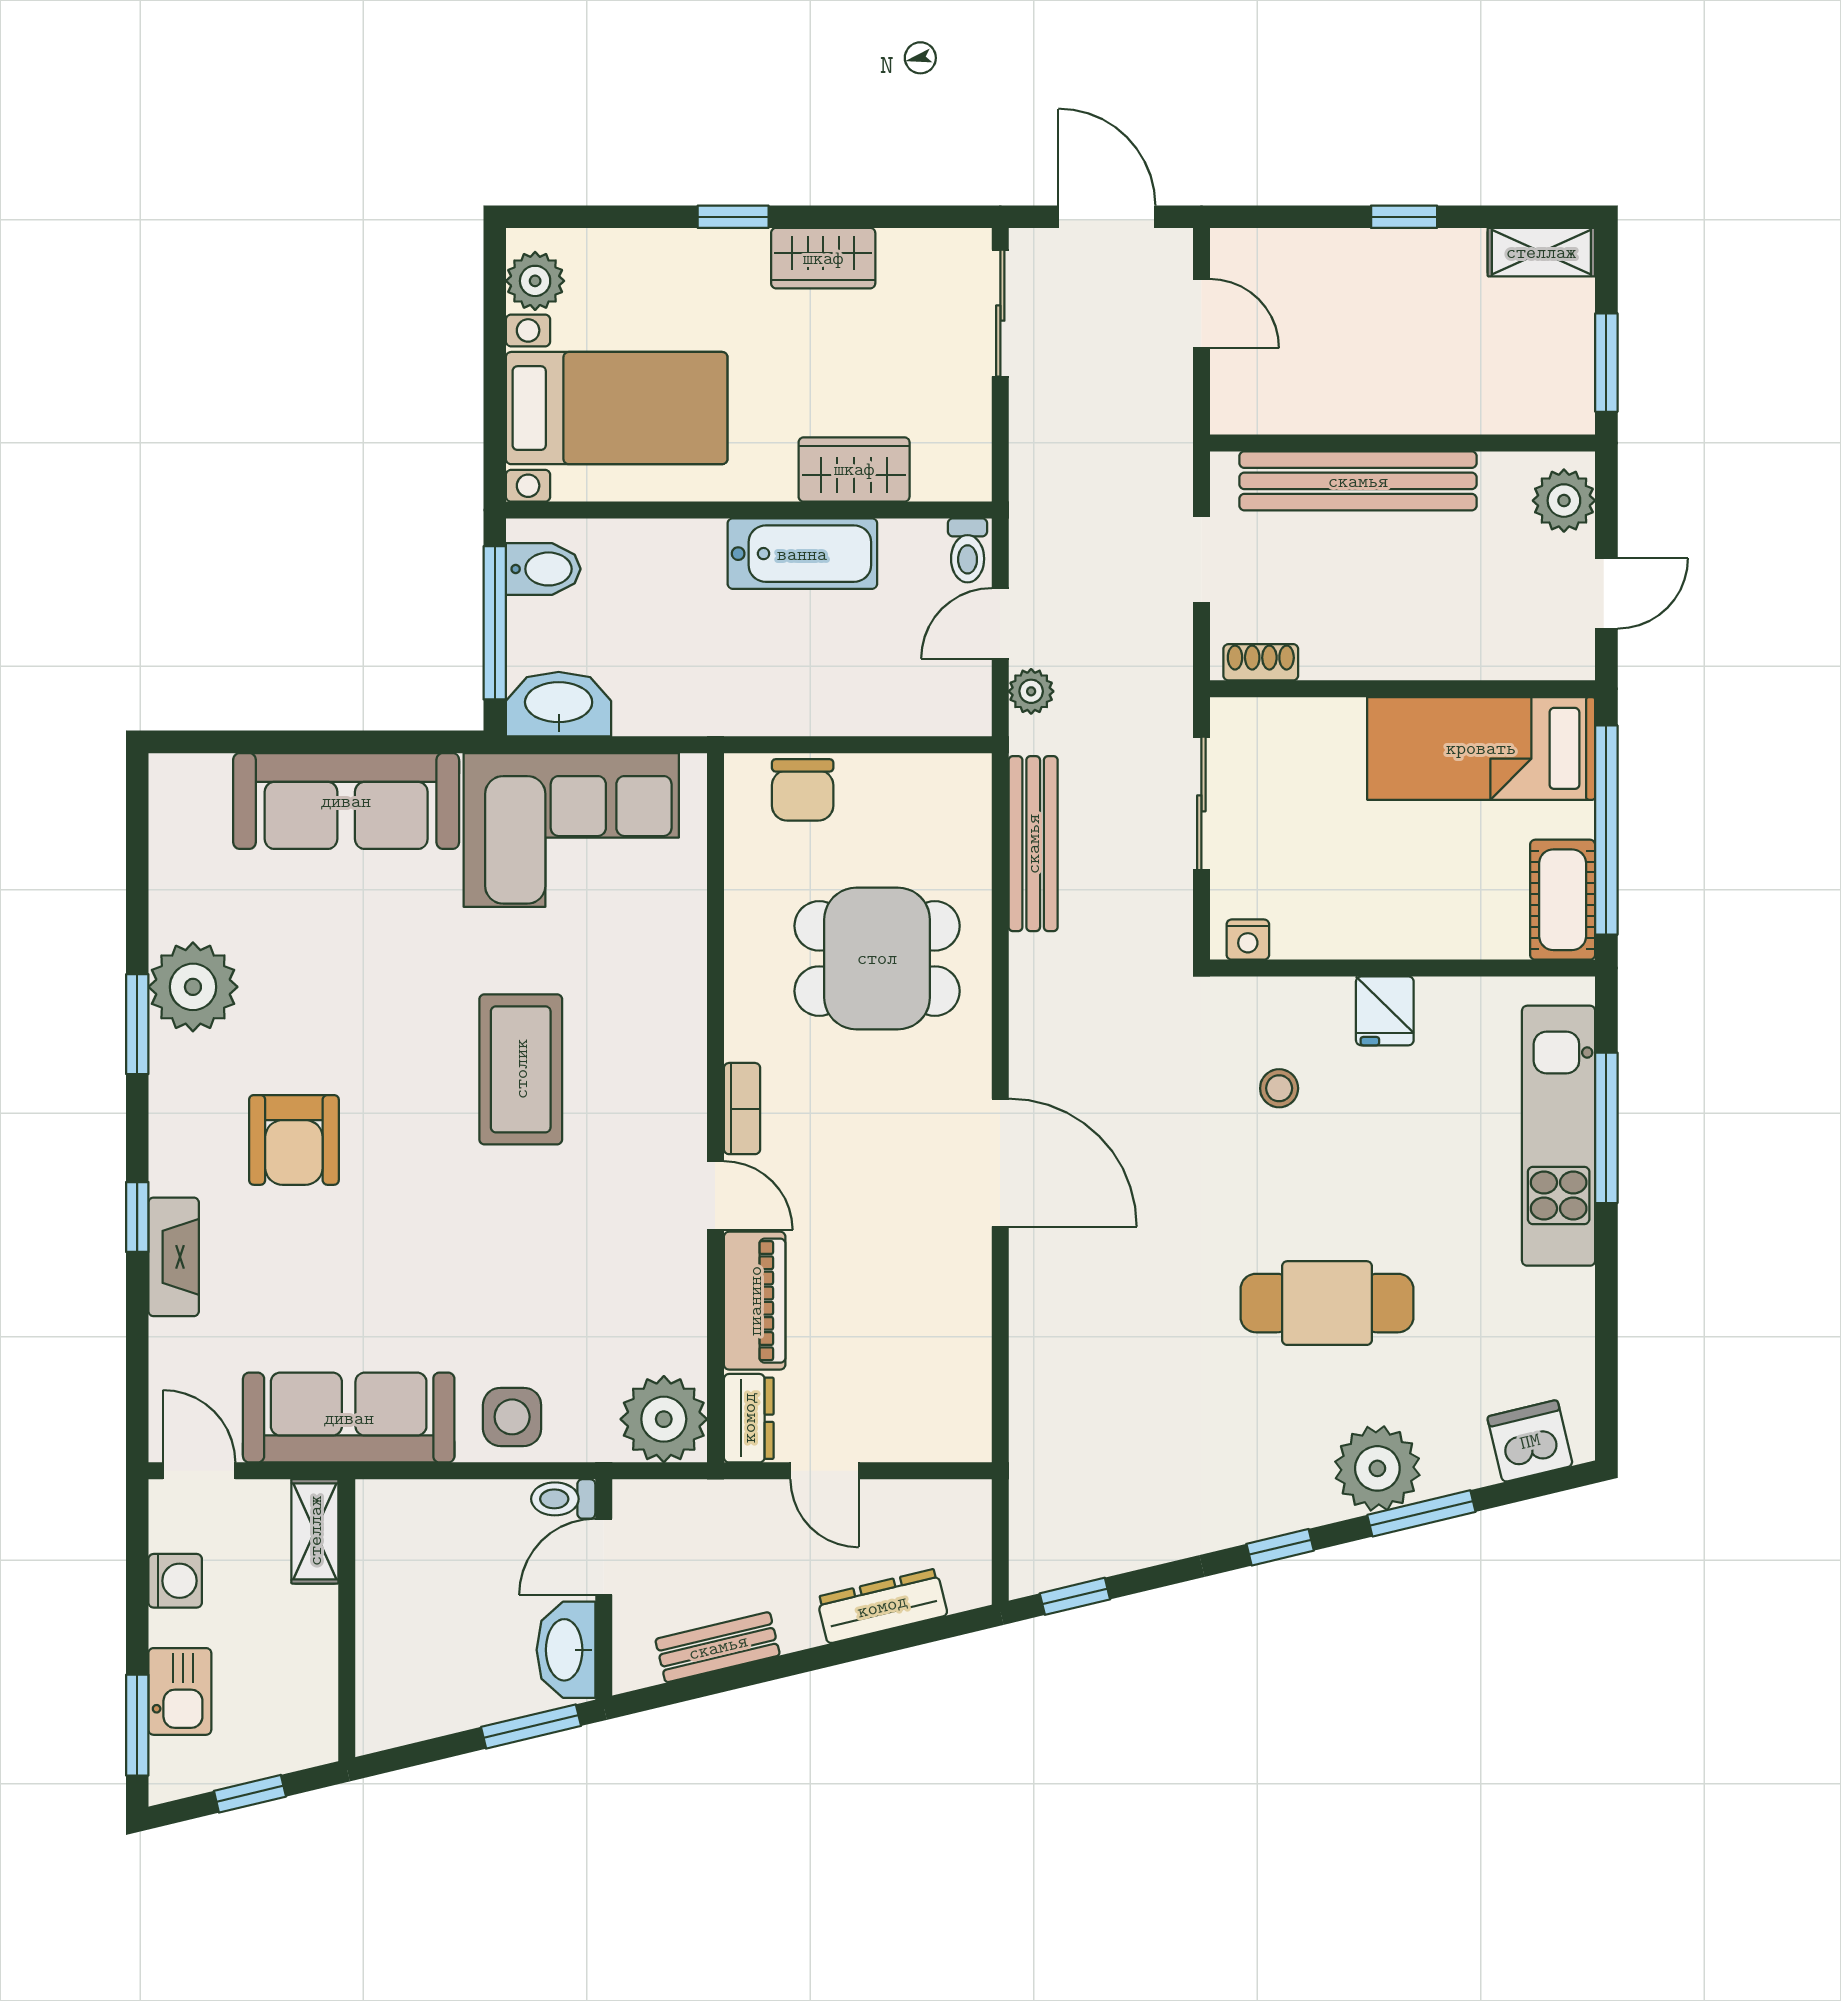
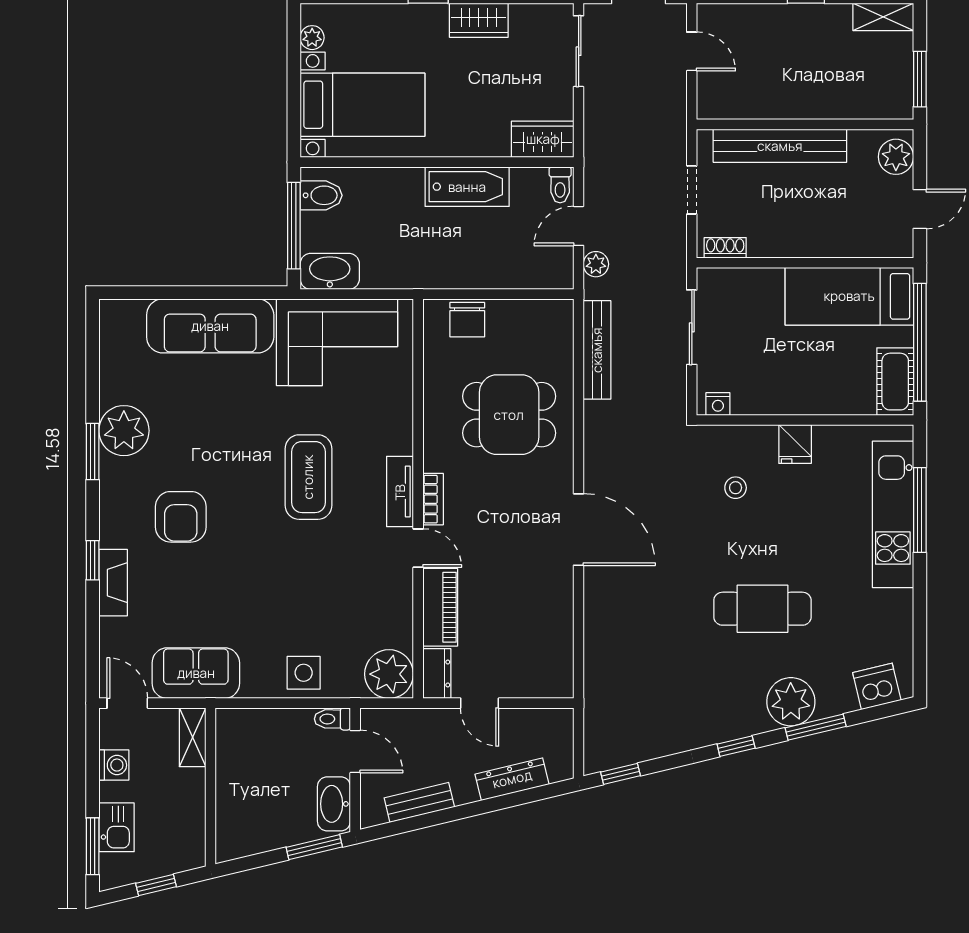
plant: (535, 281) -> (312, 38), width x0.73, depth x0.73
wardrobe: (854, 469) -> (543, 139), moved
tv unit: (683, 1095) -> (400, 492), added
sofa: (349, 1418) -> (196, 673), width x0.73
door: (604, 1557) -> (355, 752), swing flipped

